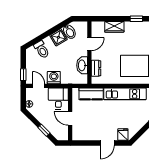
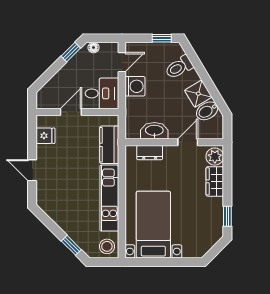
plant: (99, 27) -> (215, 157), added
door: (89, 44) -> (188, 142), swing flipped
window: (23, 75) -> (162, 38), moved
window: (44, 130) -> (71, 52), moved
fridge: (123, 135) -> (45, 136), moved

